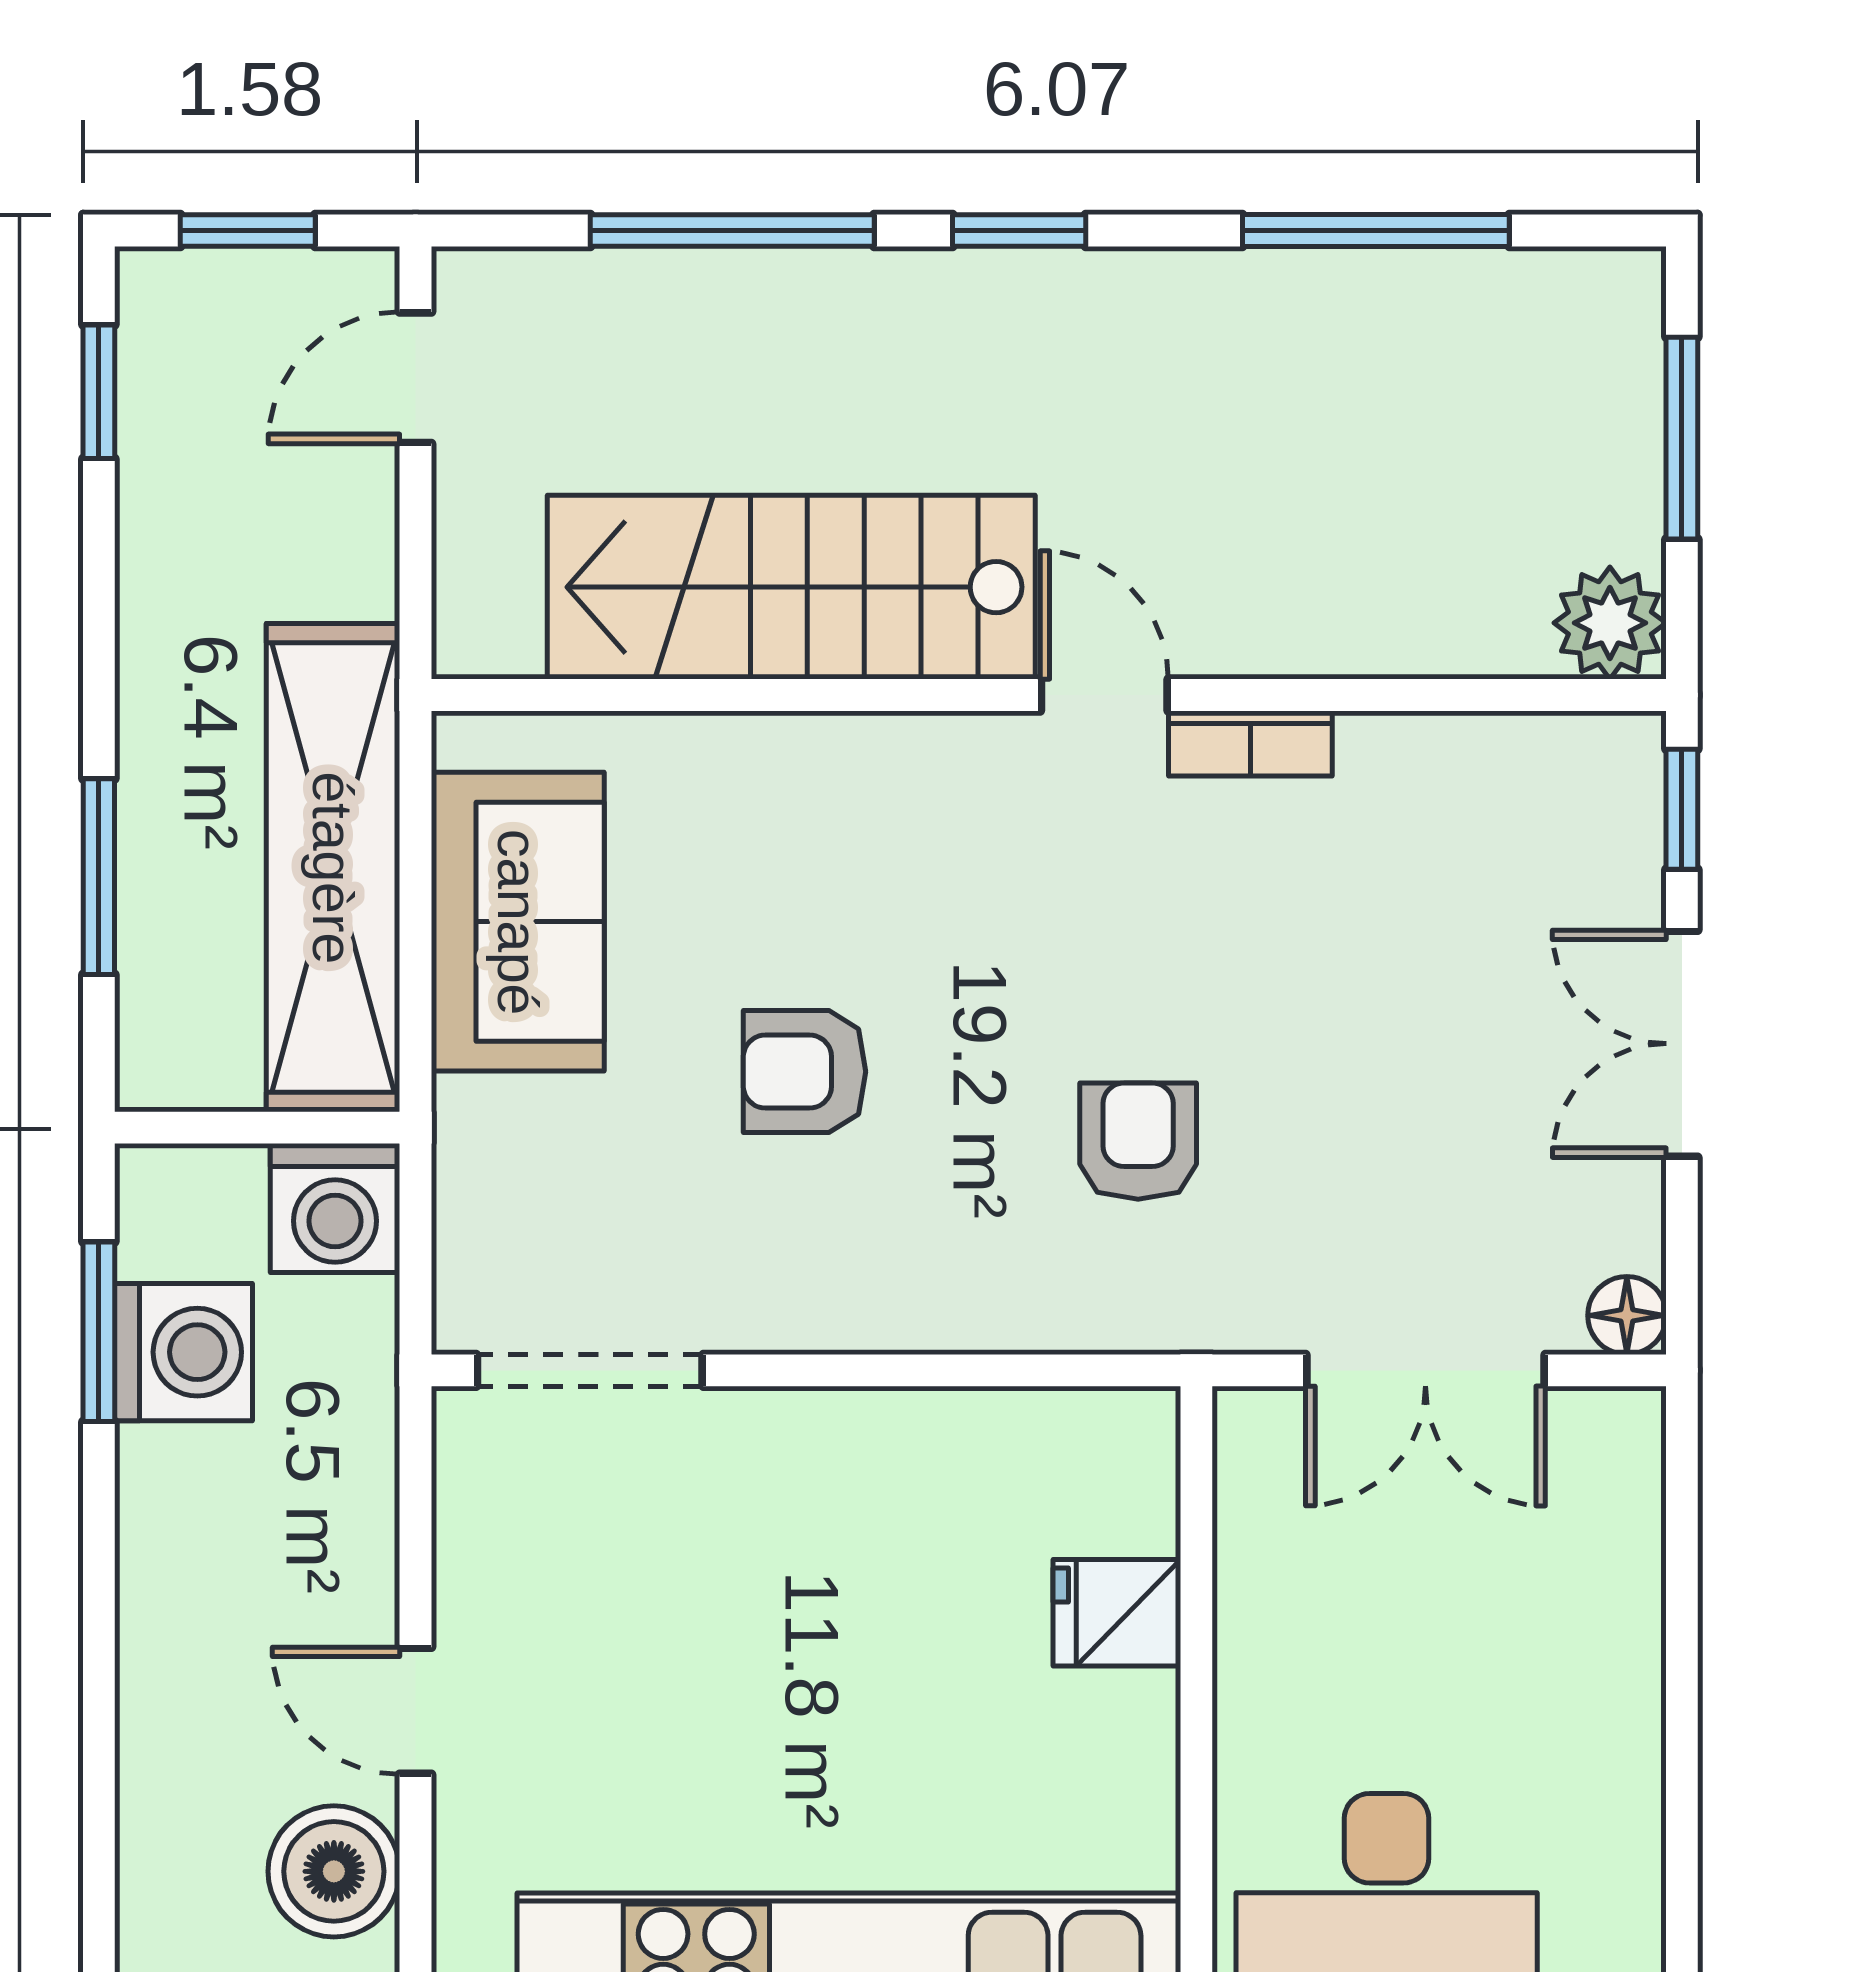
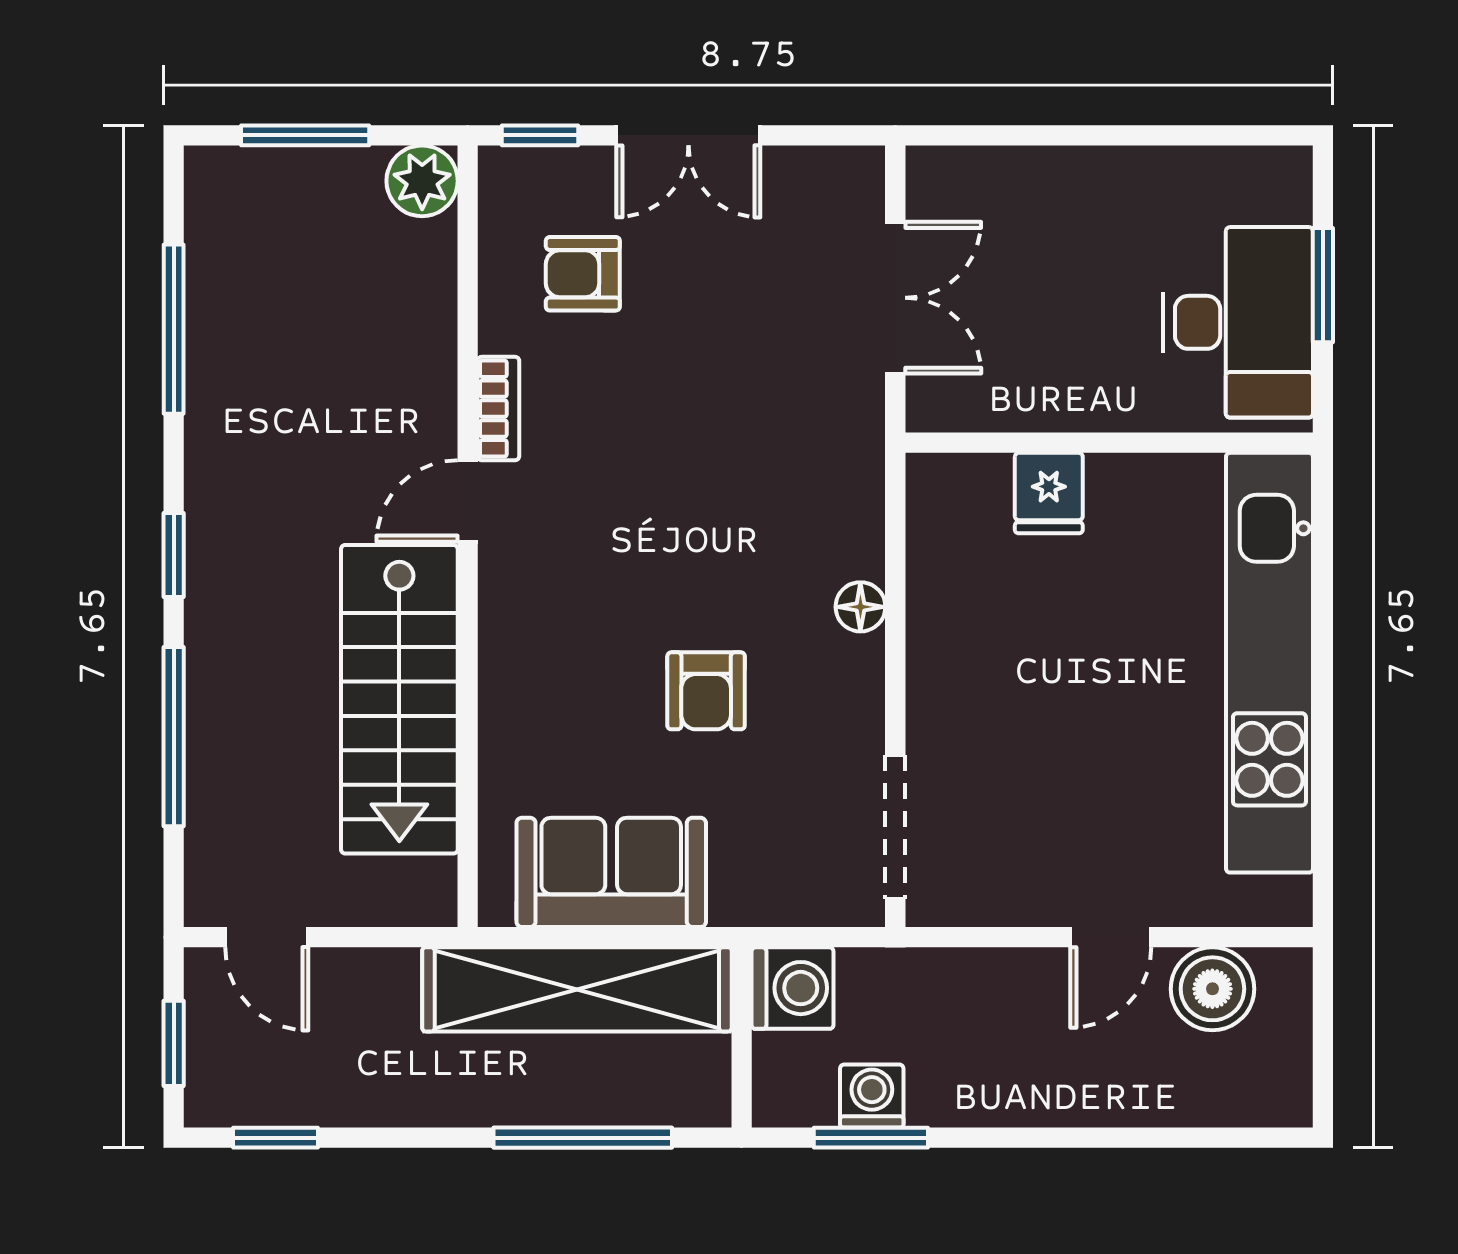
window: (99, 877) -> (583, 1138), width x1.44
armchair: (1138, 1141) -> (583, 274), moved
floor lamp: (1627, 1315) -> (860, 607), moved
washing machine: (184, 1352) -> (872, 1096), width x0.73, depth x0.73

